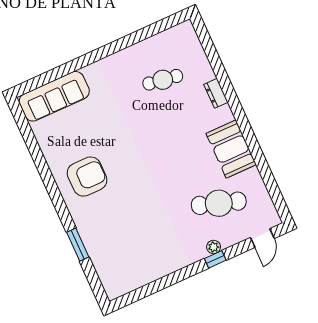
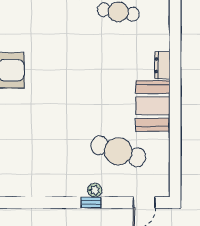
dresser: (216, 93) -> (162, 65), moved

